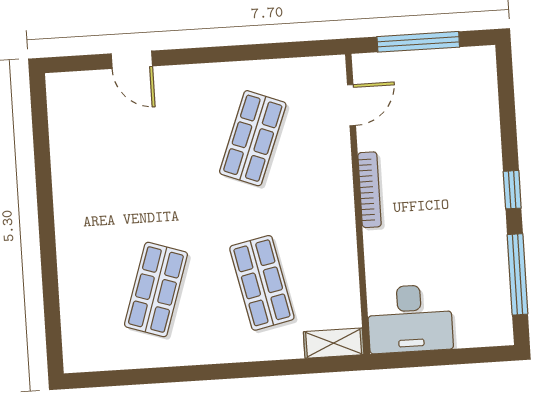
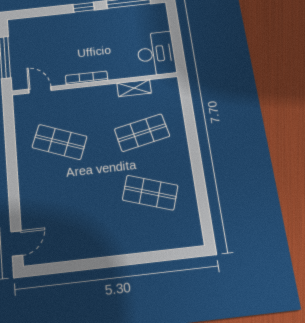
door: (132, 60) -> (17, 243), moved
shelving: (334, 343) -> (134, 88), moved, turned 90

